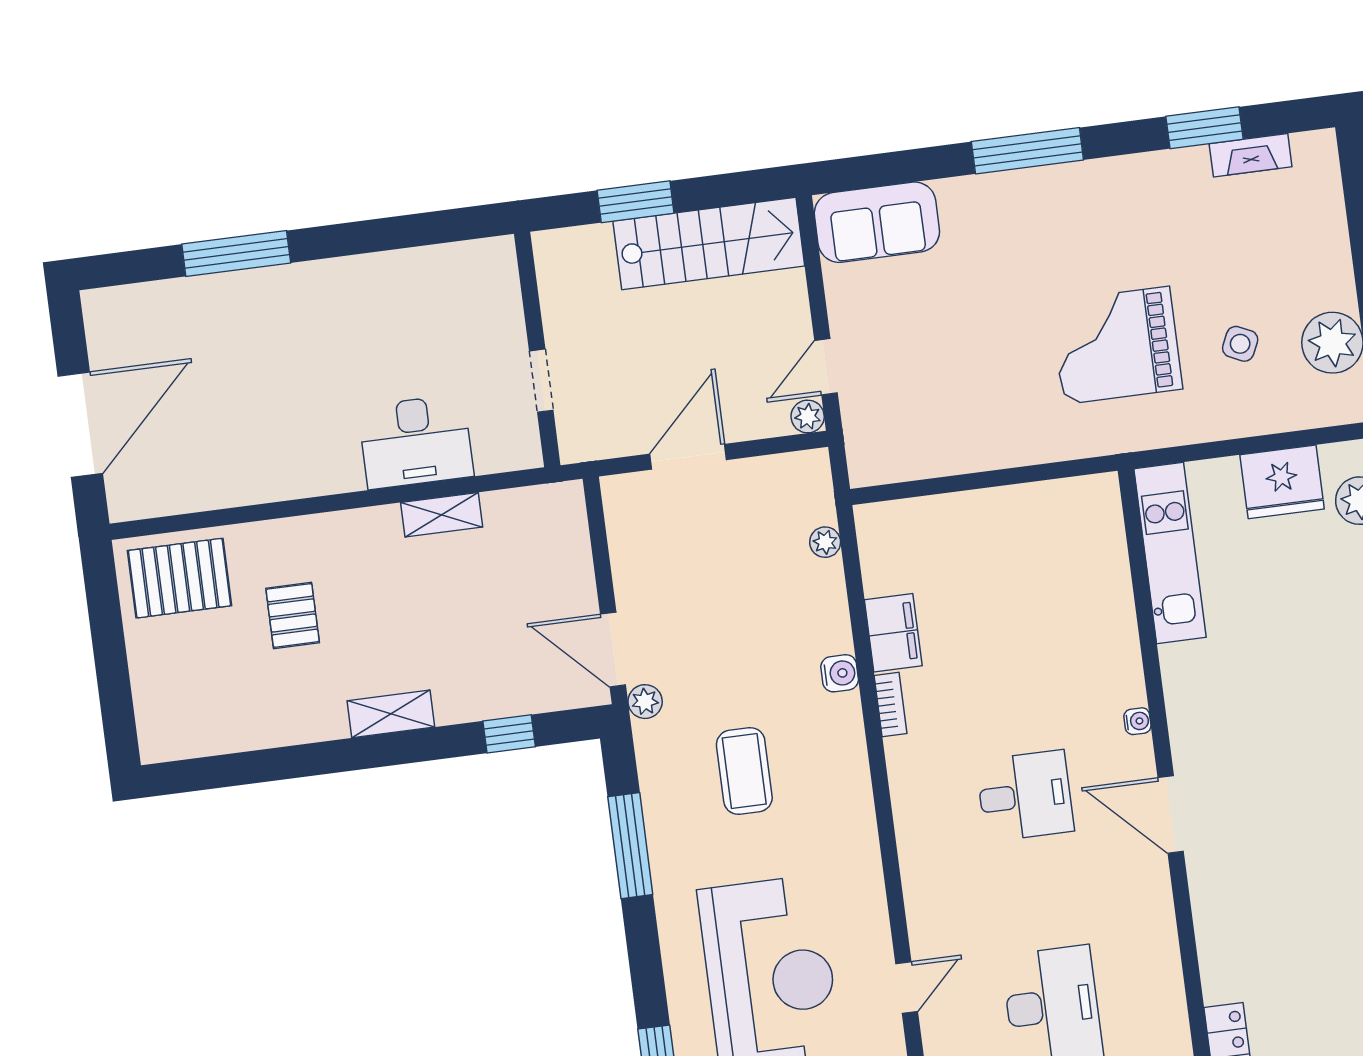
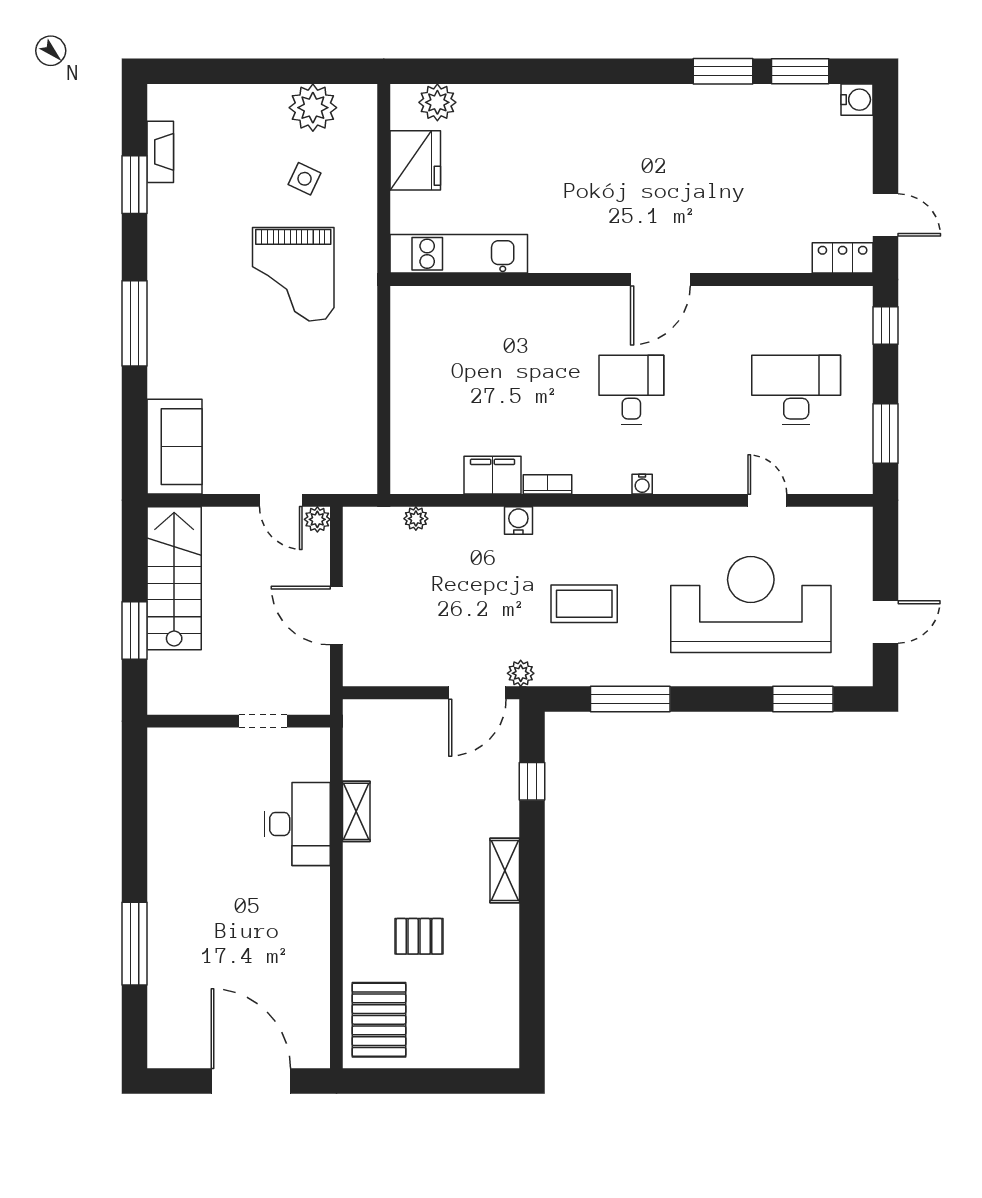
water cooler: (1137, 721) -> (642, 484), moved, turned 180

